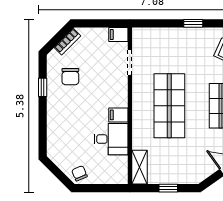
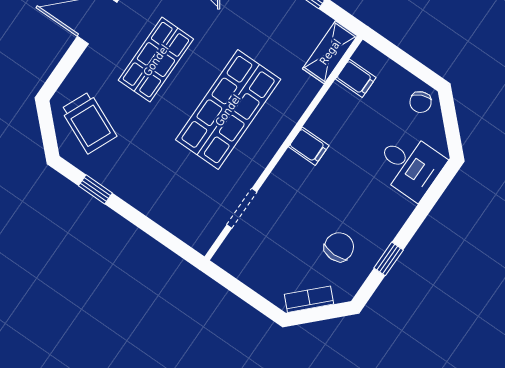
window: (193, 23) -> (95, 189), moved
filing cabinet: (118, 34) -> (356, 78), moved
desk: (111, 139) -> (410, 165), moved, turned 180

